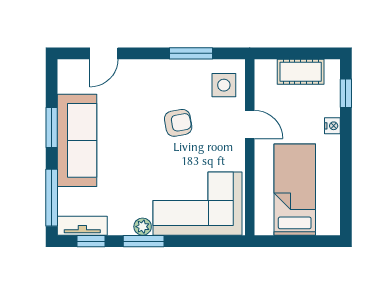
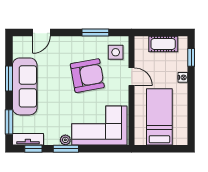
armchair: (178, 123) -> (87, 76), width x1.88, depth x1.88
window: (52, 198) -> (9, 122), width x0.69

